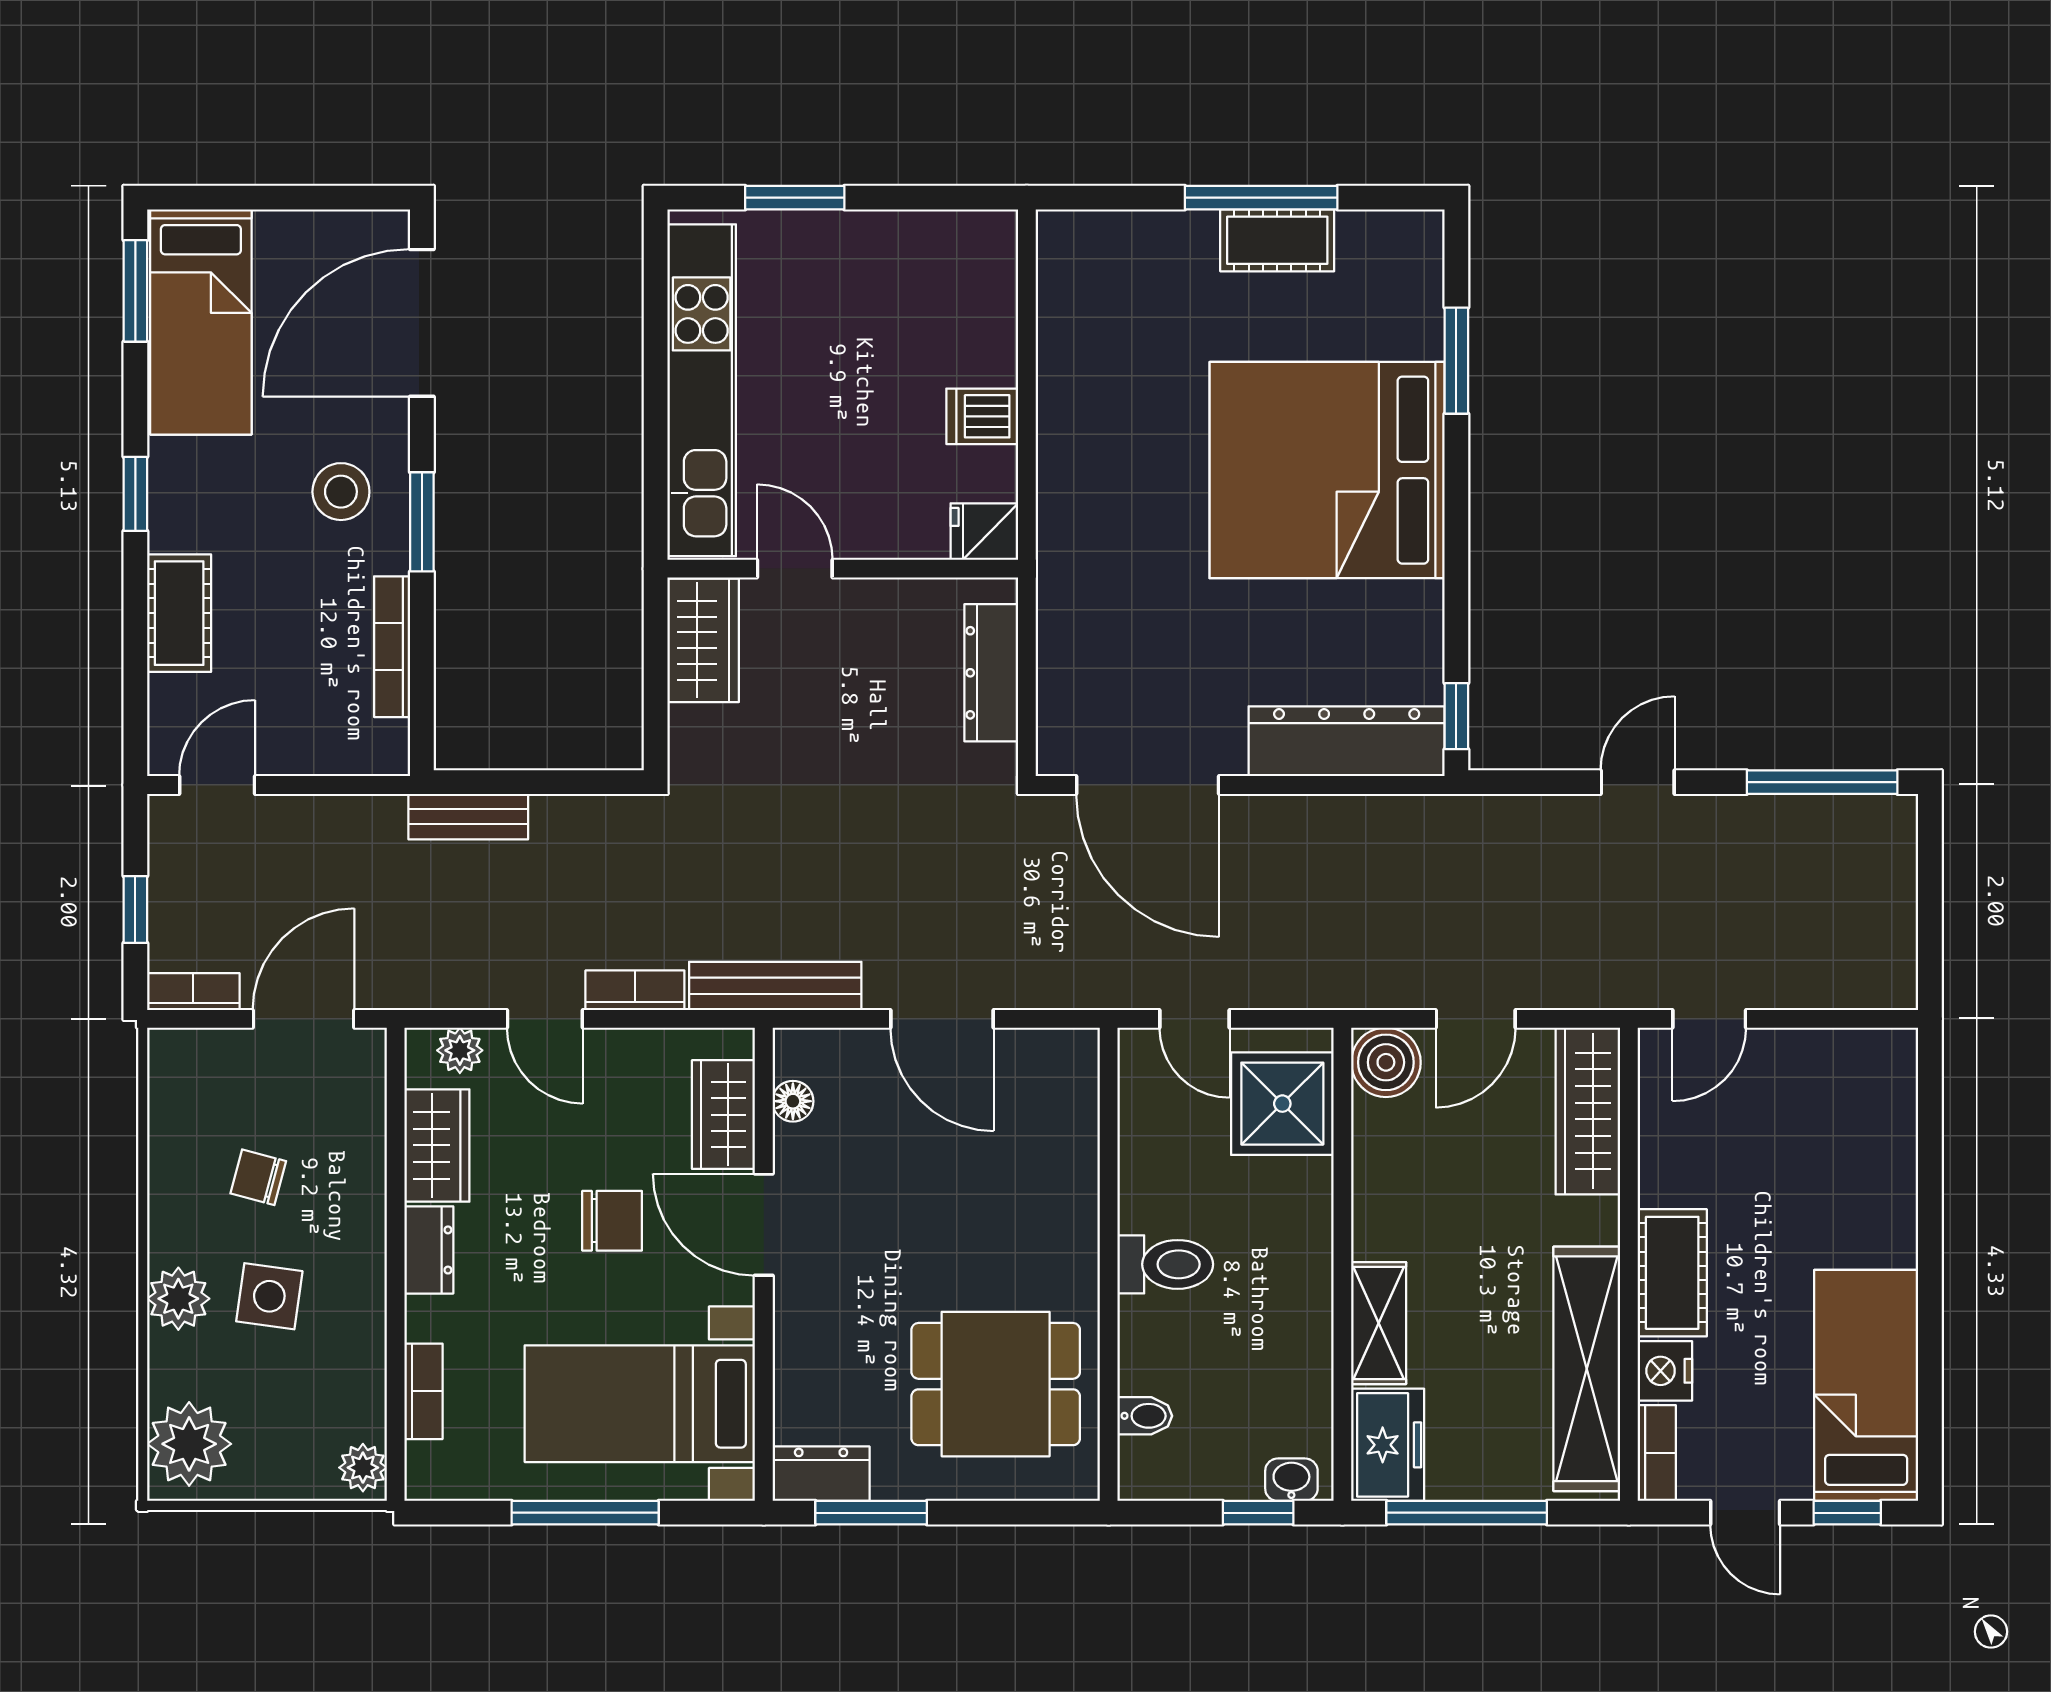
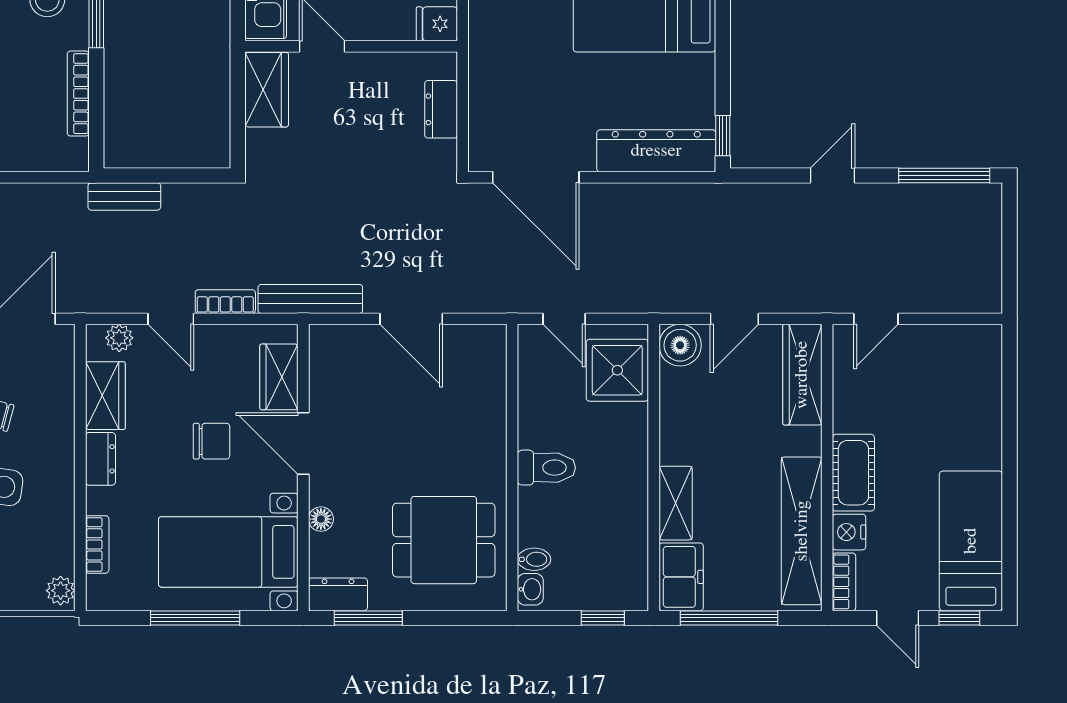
dresser: (991, 673) -> (441, 109), width x0.70
floor lamp: (793, 1101) -> (321, 519), moved
washbasin: (1291, 1480) -> (530, 589), moved, turned 90

